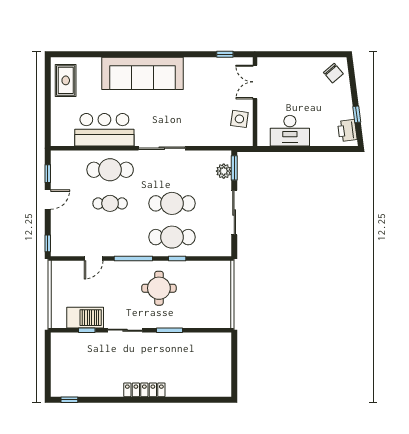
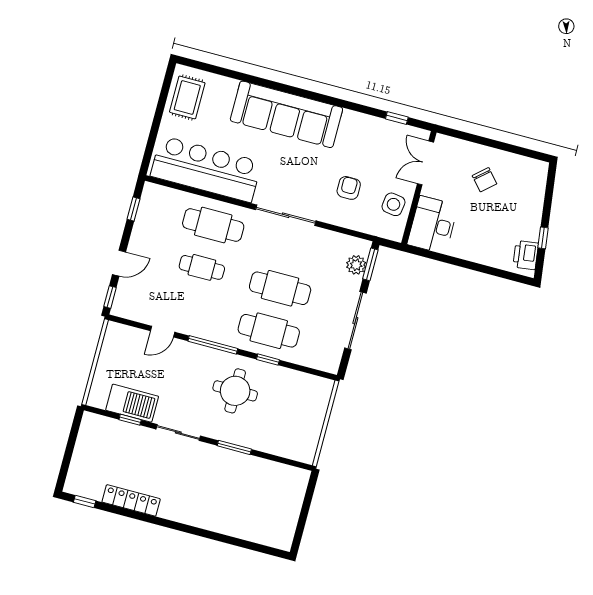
chair: (333, 73) -> (485, 180), moved
armchair: (203, 116) -> (349, 188), added
bar counter: (104, 130) -> (206, 169), width x1.36
desk: (290, 131) -> (433, 225), moved, turned 90
door: (48, 200) -> (119, 263), moved
locker: (144, 390) -> (131, 500), moved

